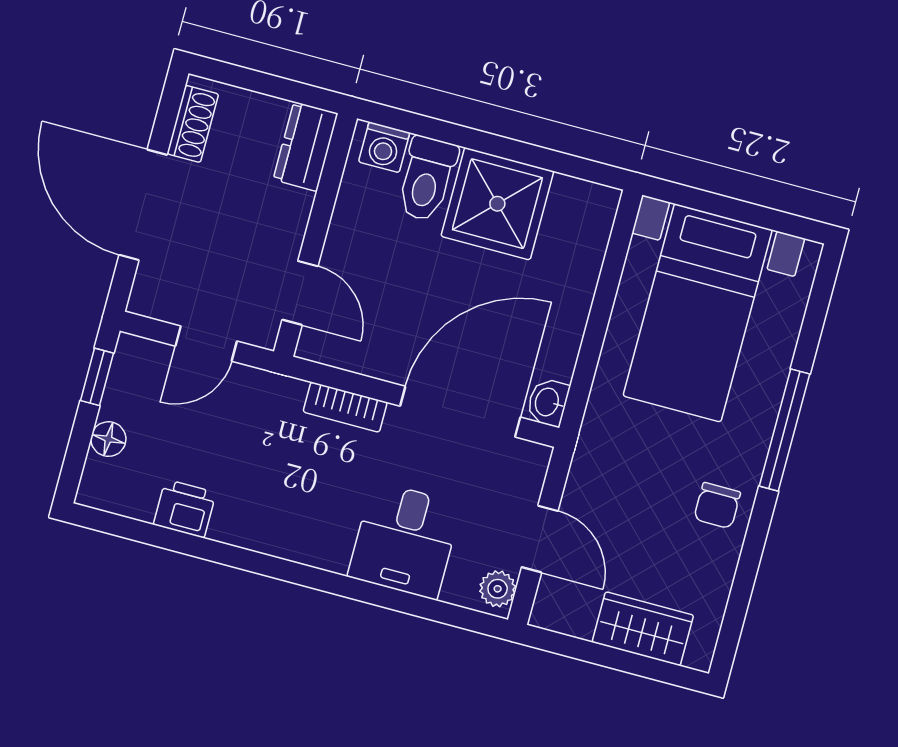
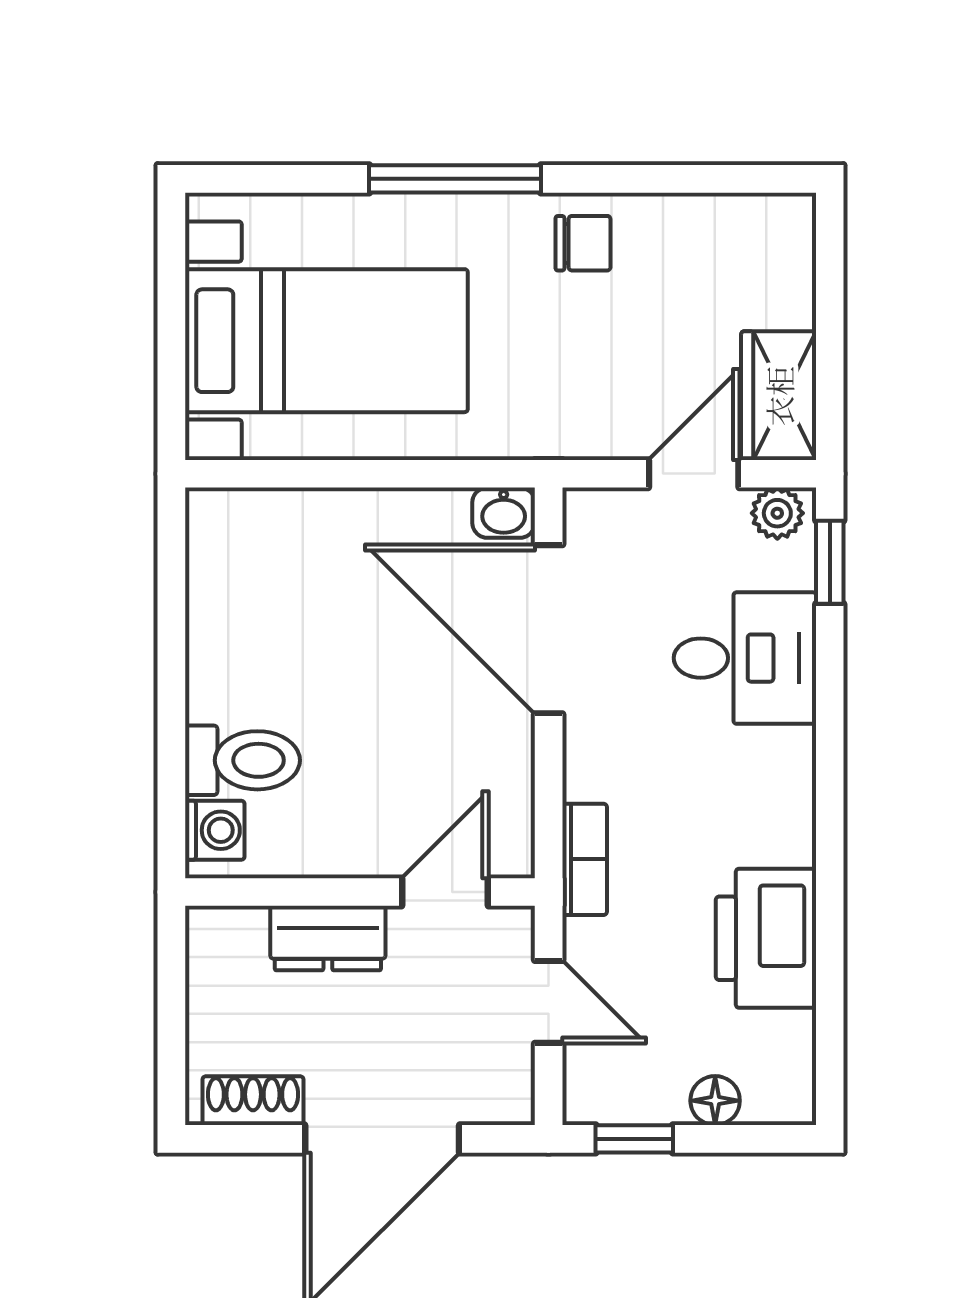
dresser: (305, 147) -> (328, 938), moved
shower: (497, 204) -> (251, 655), removed
bookcase: (345, 407) -> (585, 859), moved
printer: (185, 509) -> (766, 938), width x1.87, depth x1.48
window: (455, 616) -> (830, 562), added
wardrobe: (643, 629) -> (779, 396), moved

